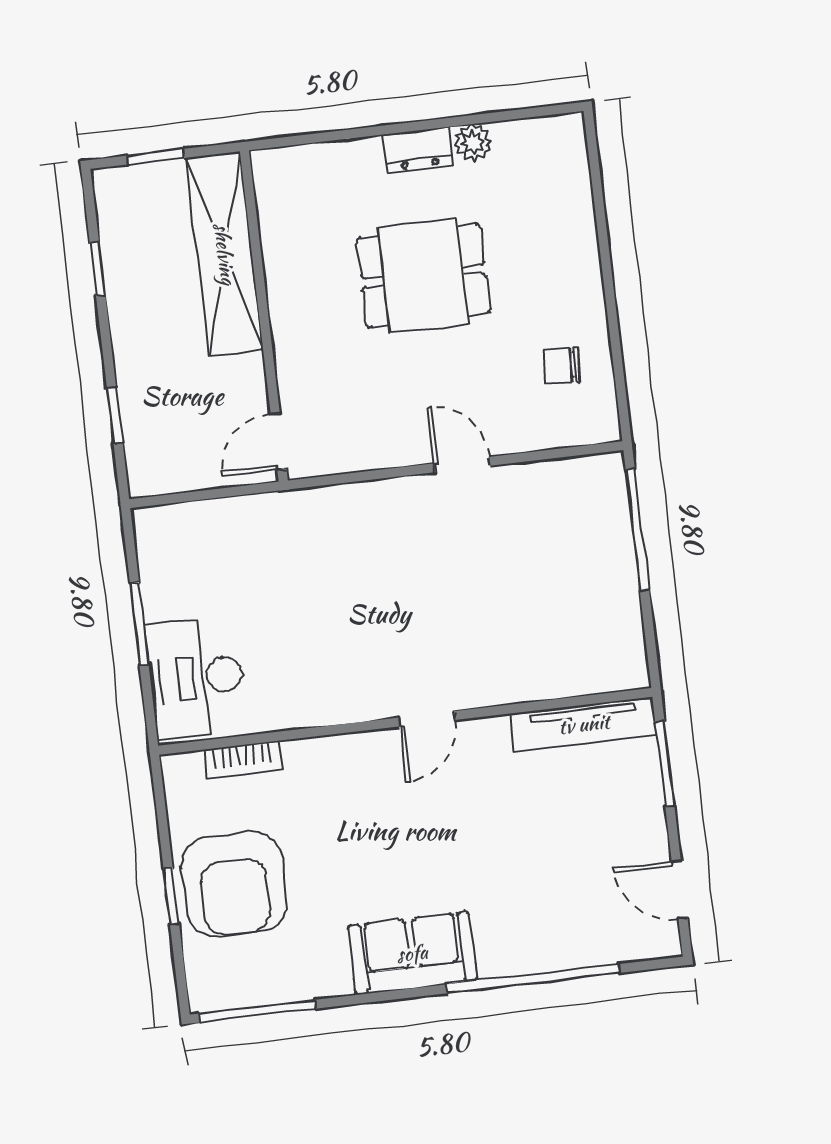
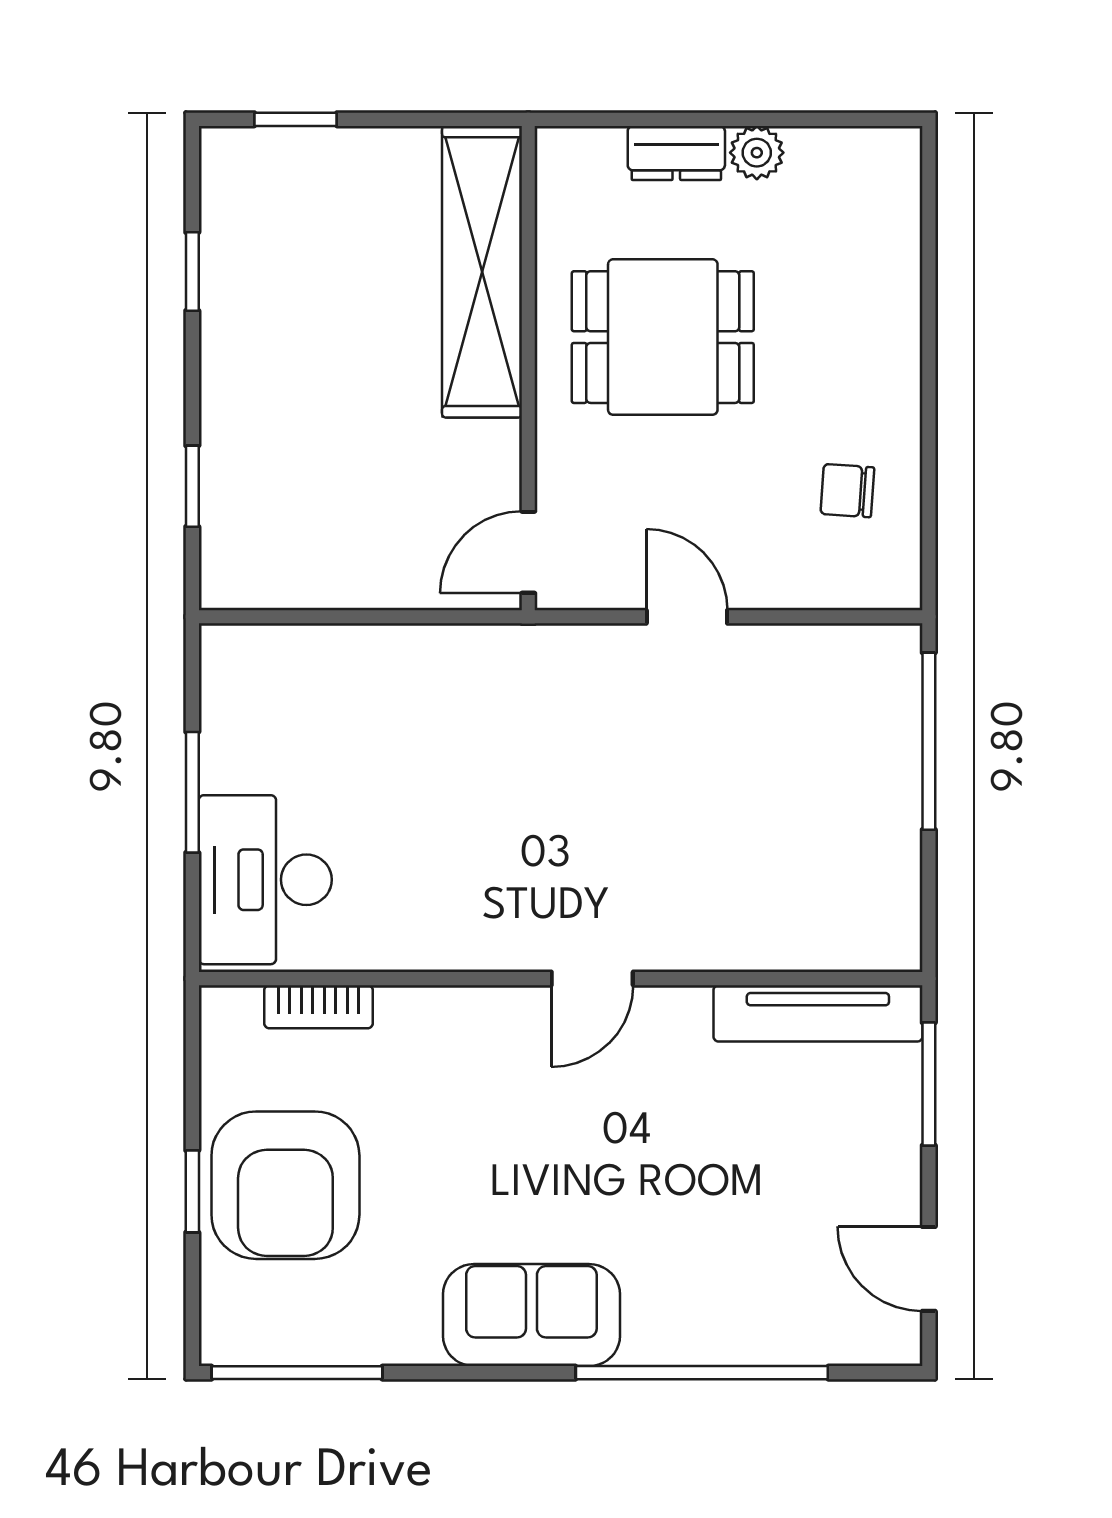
shelving: (225, 254) -> (482, 272), moved
wall: (264, 316) -> (528, 368), moved
door: (279, 442) -> (528, 552), moved

